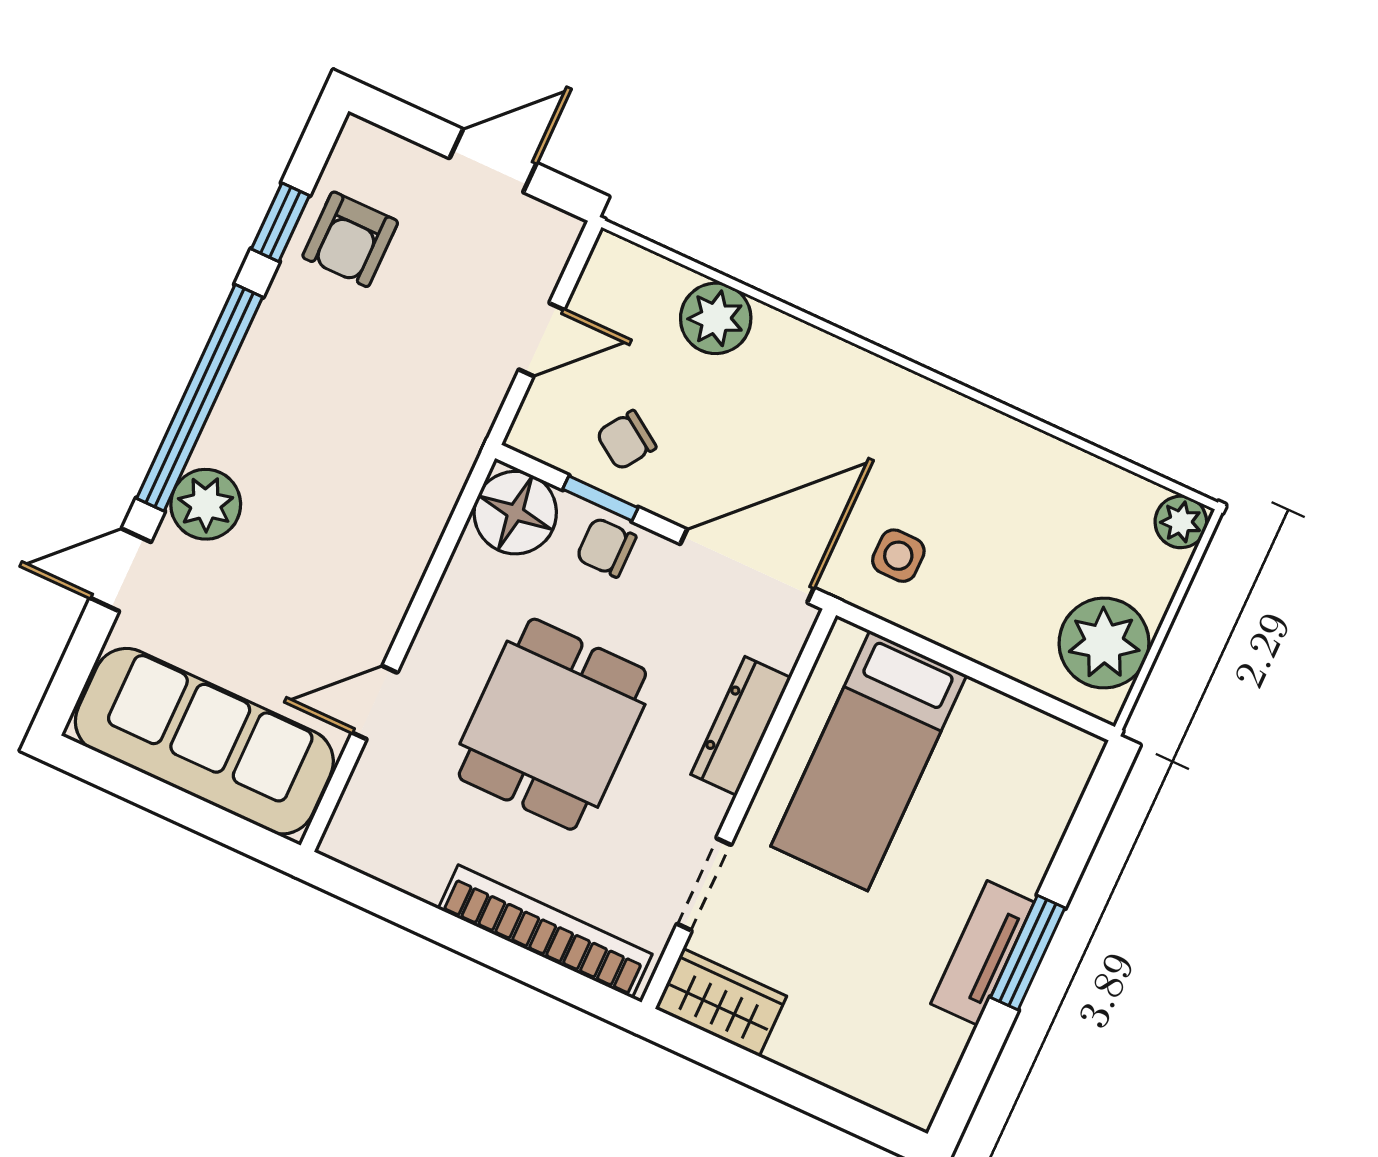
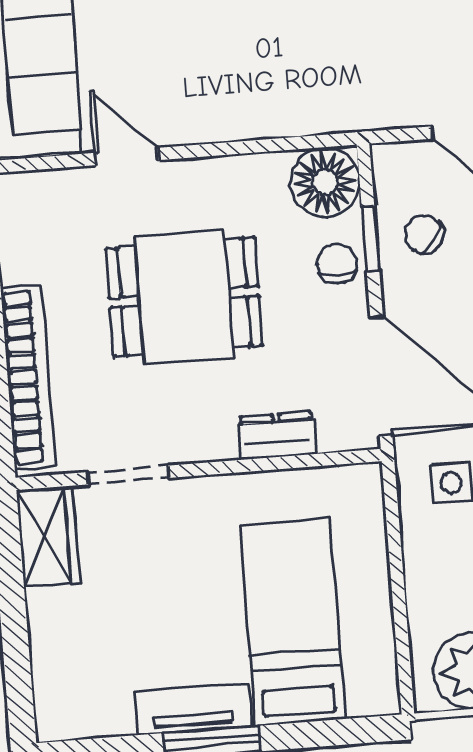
dresser: (741, 726) -> (277, 436), width x0.70
bed: (869, 761) -> (293, 622), moved, turned 90

